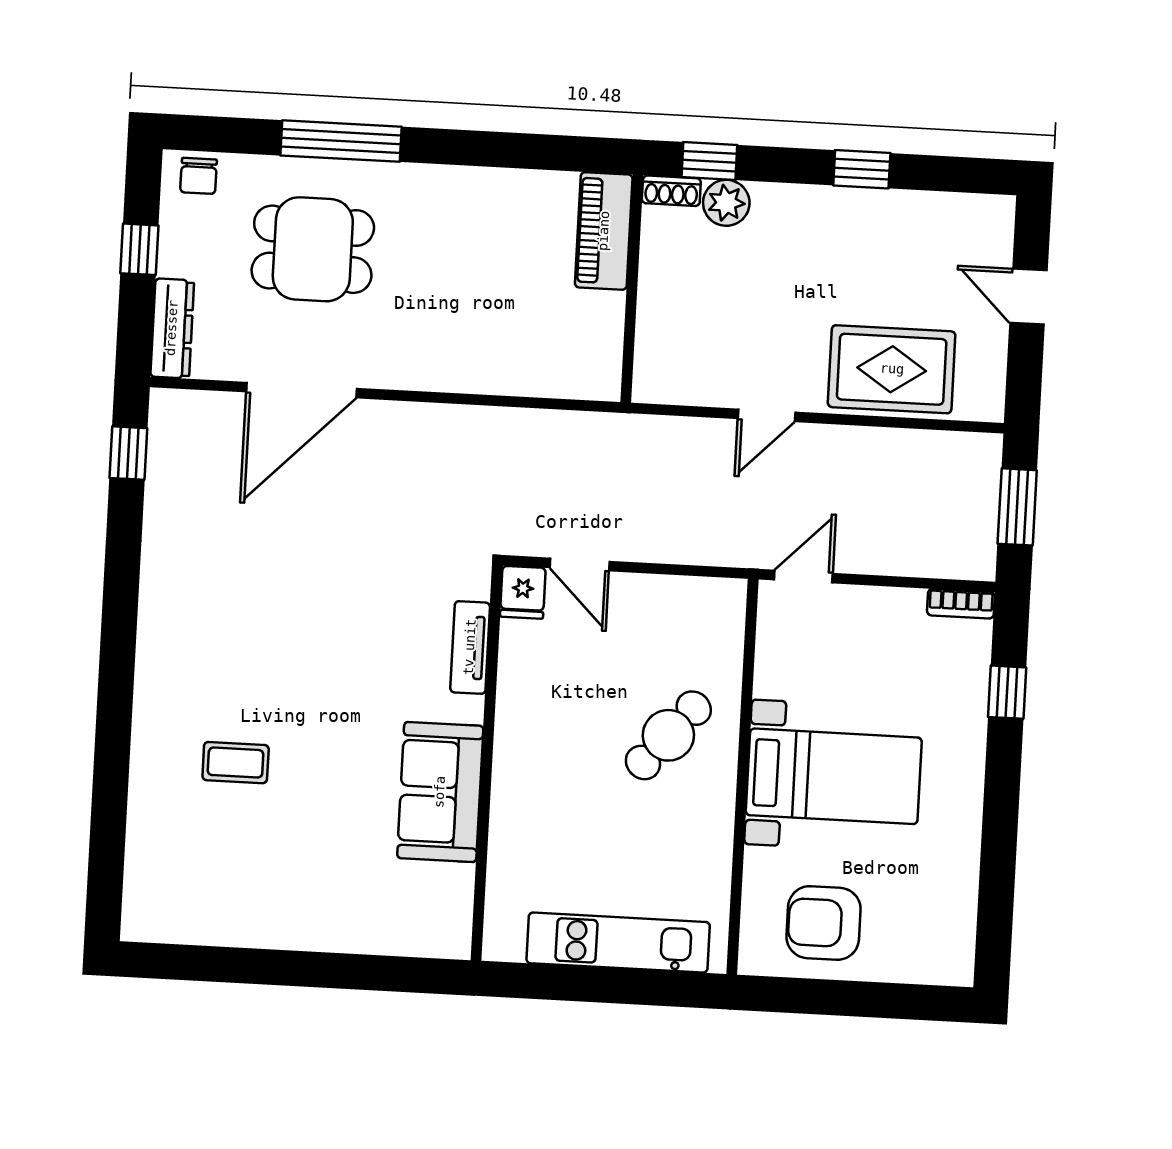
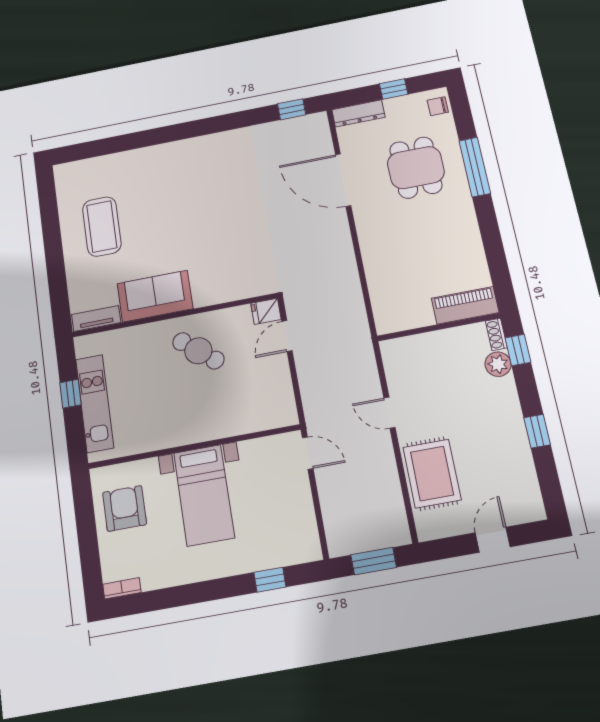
bookcase: (961, 604) -> (122, 588), moved, turned 90
tv unit: (470, 647) -> (96, 319), moved
cafe table: (668, 735) -> (198, 351), moved
coffee table: (236, 763) -> (102, 226), moved, width x1.86, depth x1.72
window: (589, 984) -> (70, 394), added

